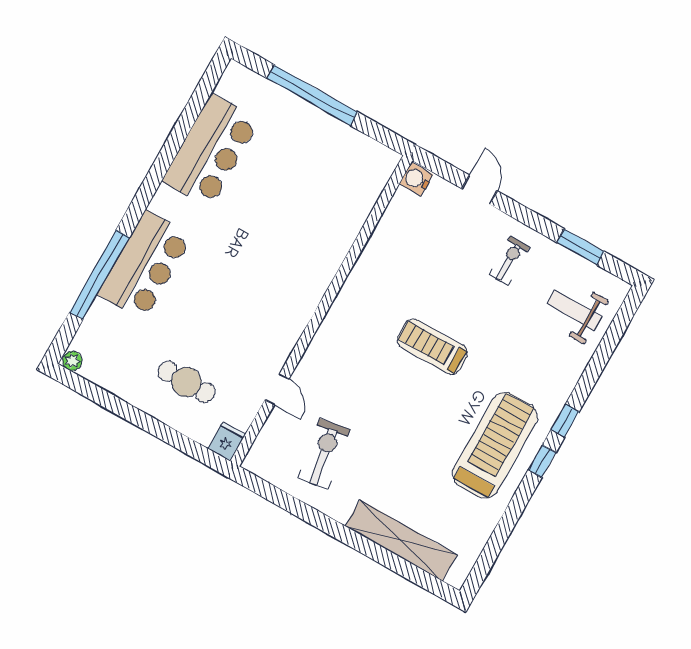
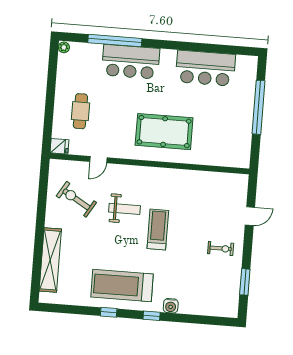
water cooler: (416, 179) -> (171, 306), moved, turned 180
pool table: (281, 264) -> (164, 132), added
weight bench: (575, 310) -> (124, 209), moved, turned 90
treadmill: (495, 445) -> (122, 285), turned 180
exercise bike: (324, 454) -> (76, 199), turned -140
window: (542, 461) -> (109, 312), moved

